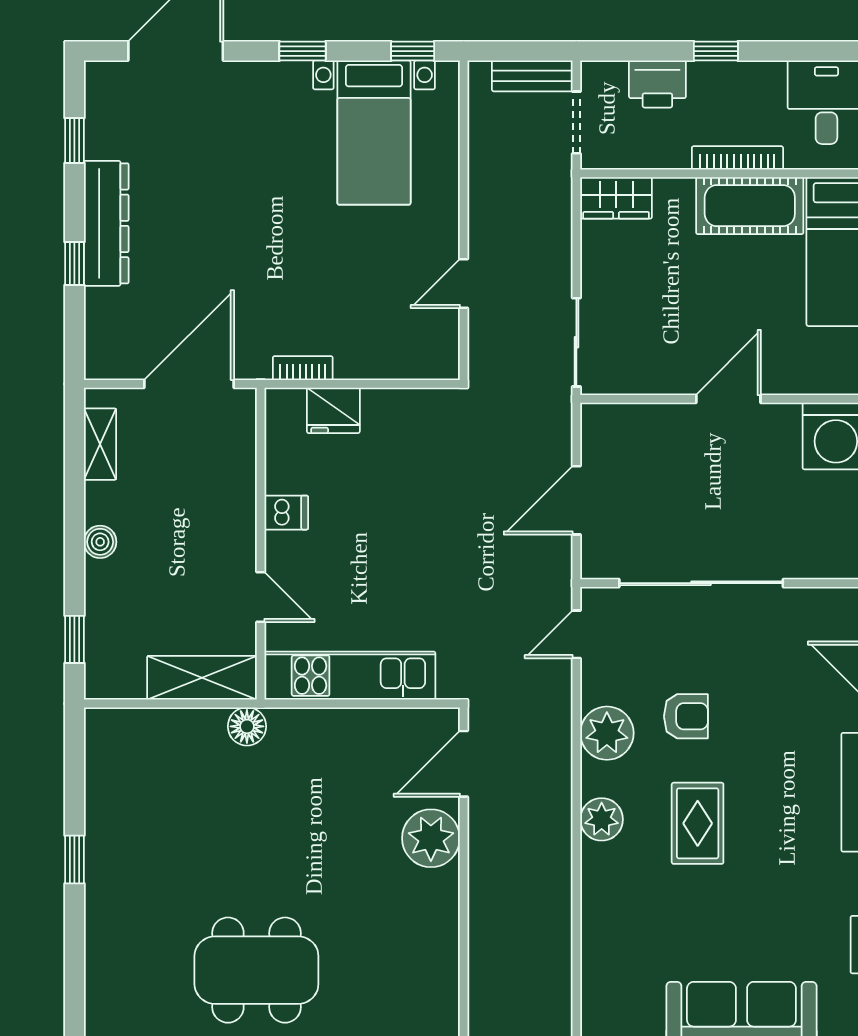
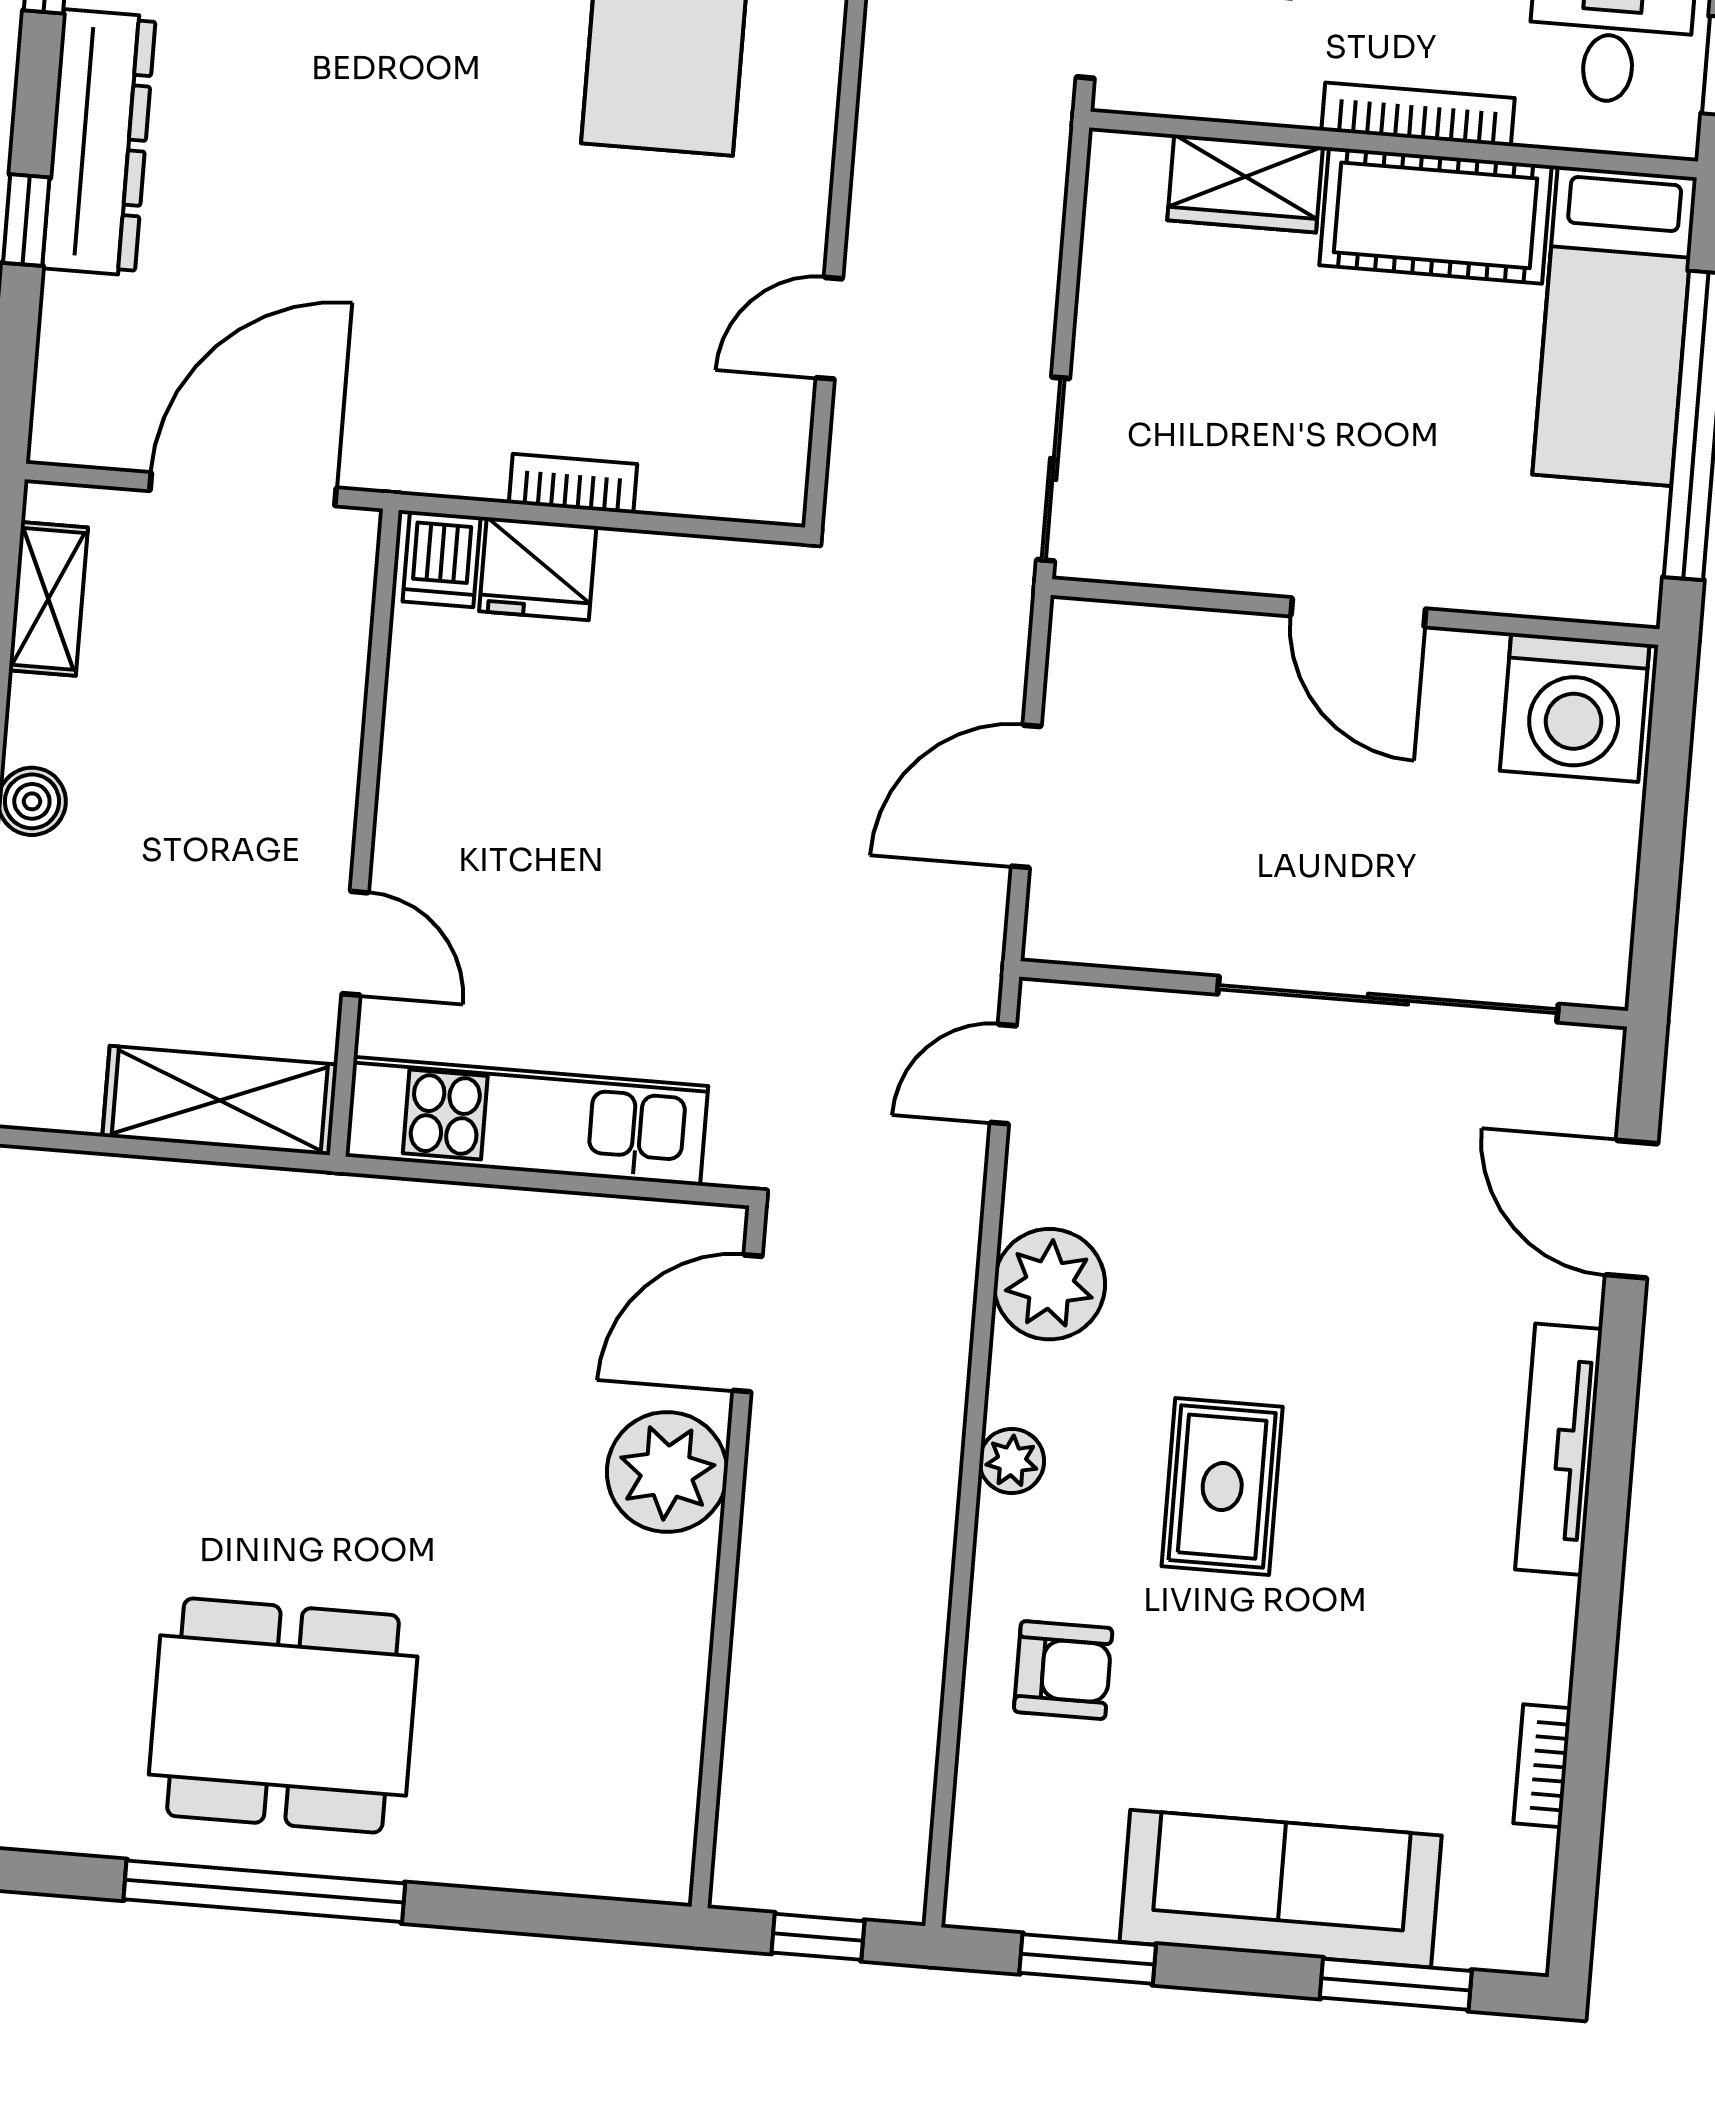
wardrobe: (616, 198) -> (1245, 183), moved
bookcase: (303, 368) -> (573, 484), moved
door: (728, 399) -> (1358, 612), swing flipped
dishwasher: (286, 513) -> (442, 559), moved, turned 90
sliding door: (701, 583) -> (1388, 999), moved
armchair: (686, 716) -> (1063, 1670), moved
floor lamp: (247, 726) -> (305, 1209), removed
plant: (602, 819) -> (1012, 1461), width x0.73, depth x0.73

